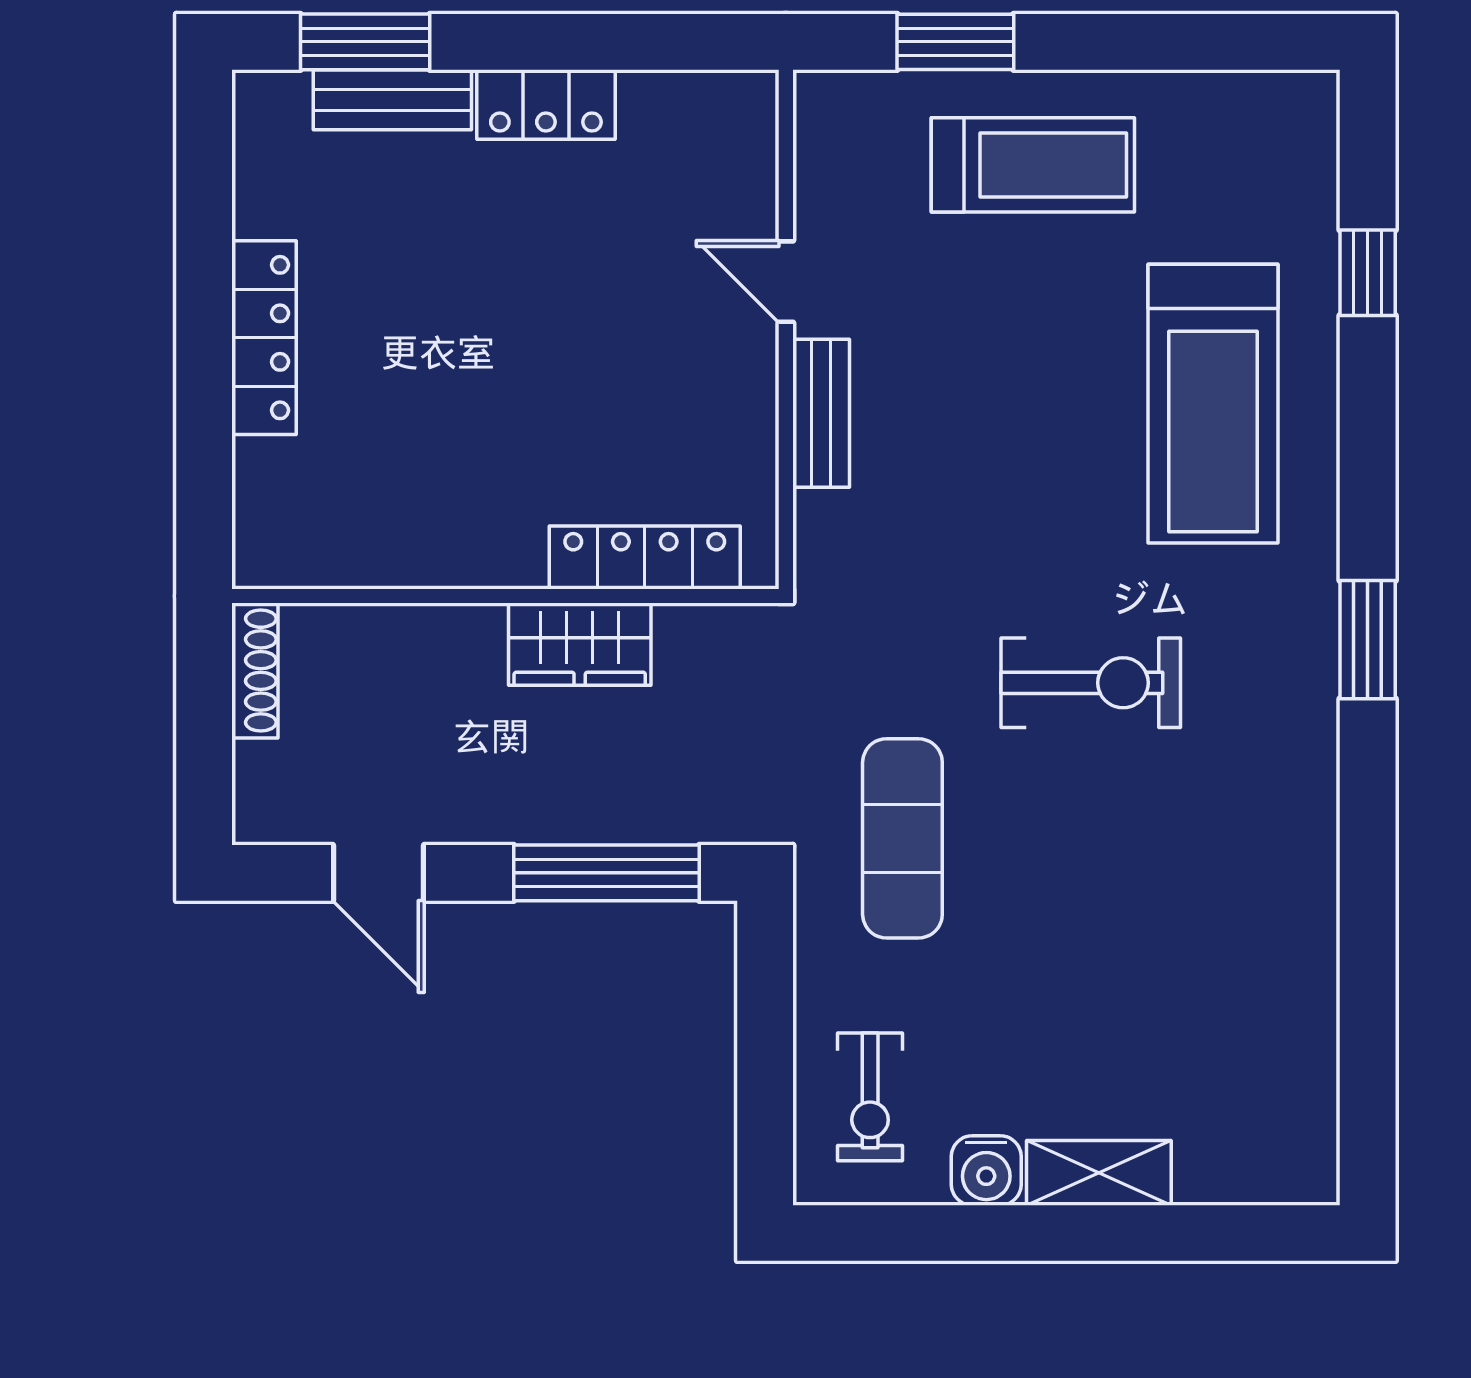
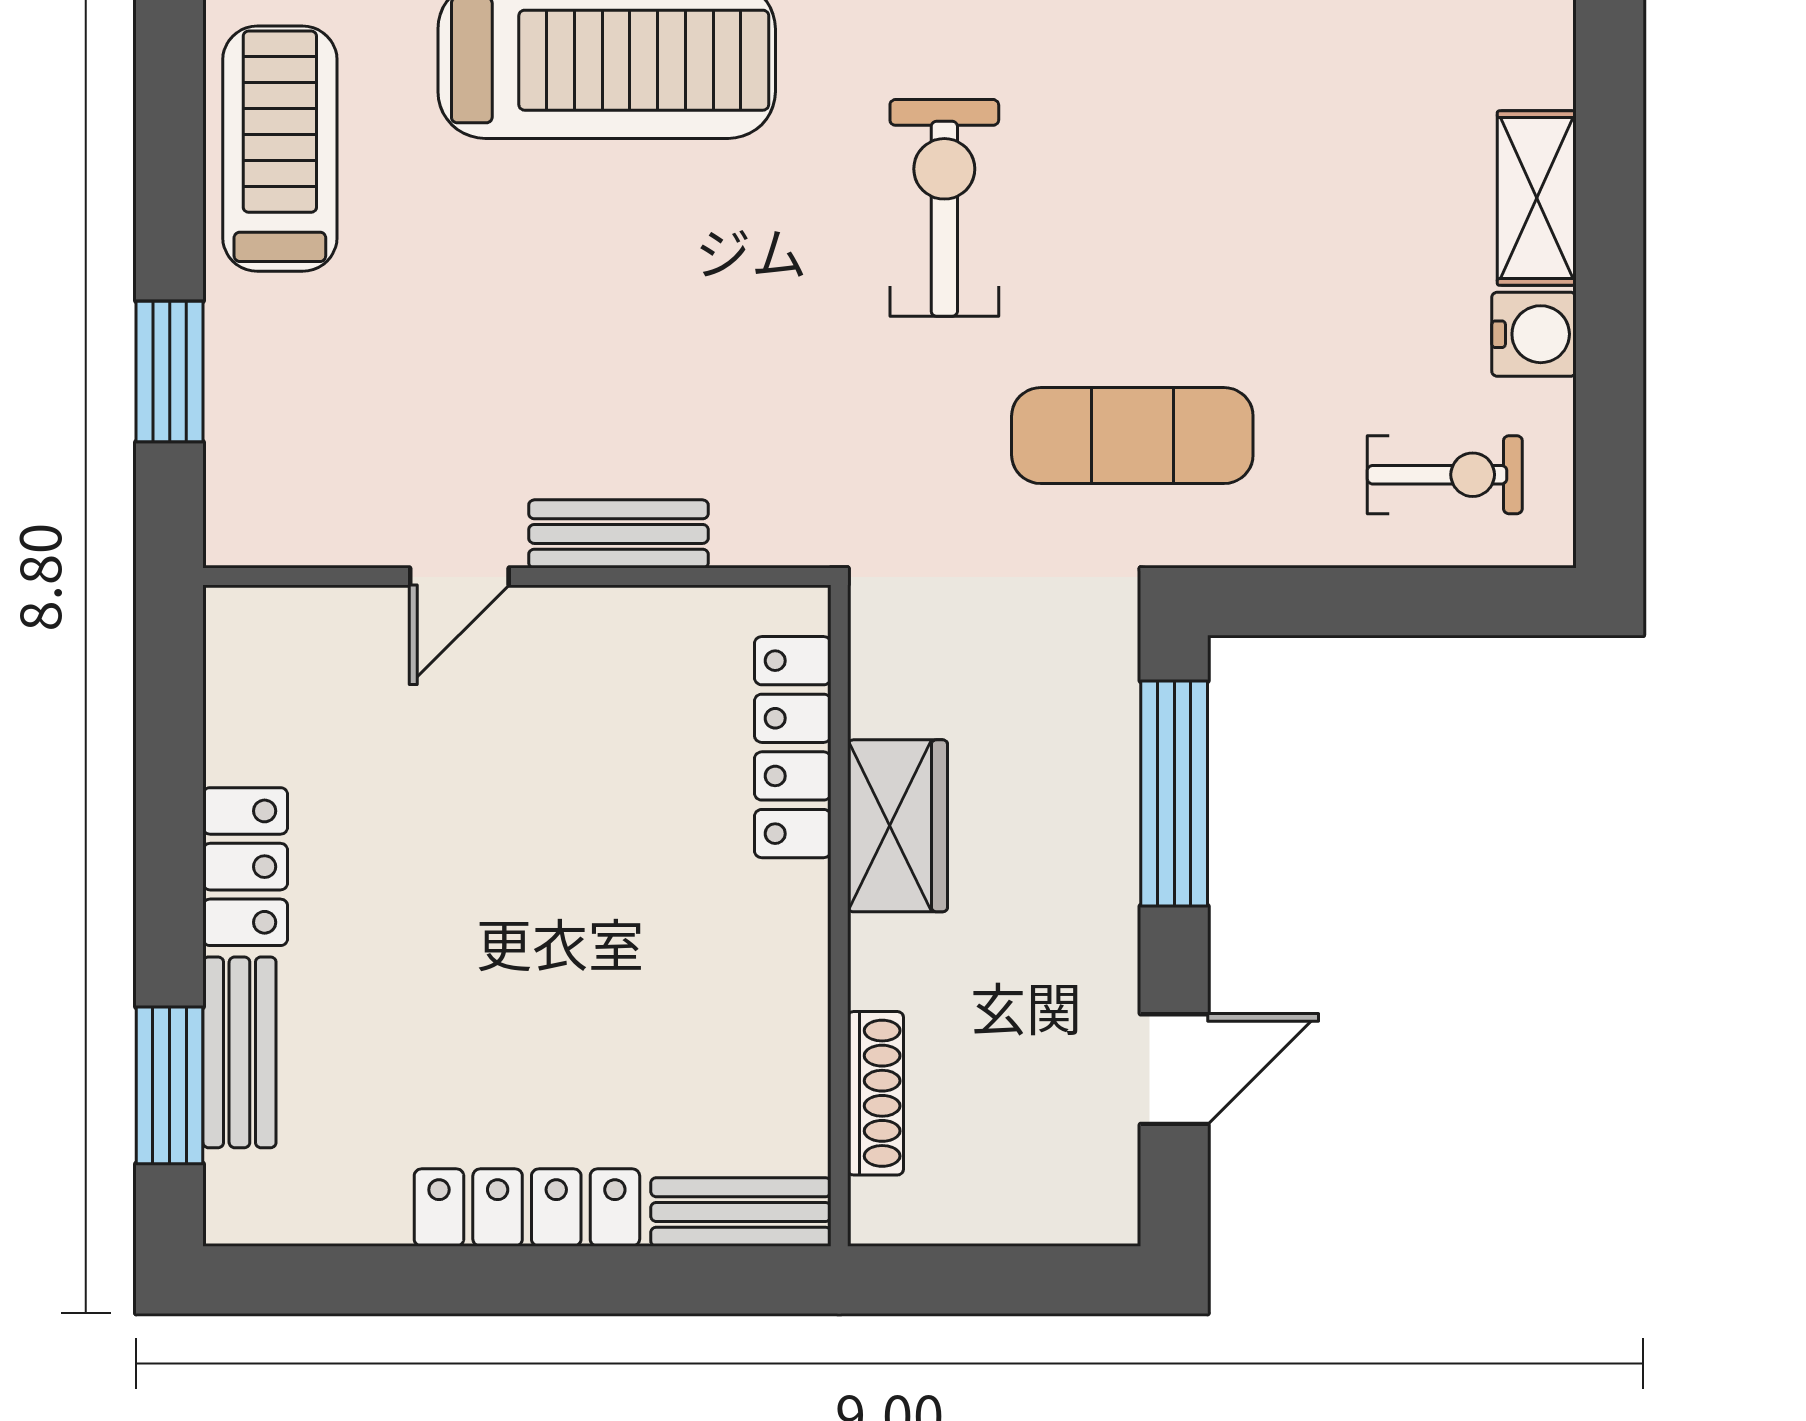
treadmill: (1033, 165) -> (280, 149), moved
bench: (260, 515) -> (741, 1212), added
shoe rack: (255, 671) -> (875, 1093), moved, turned 90

